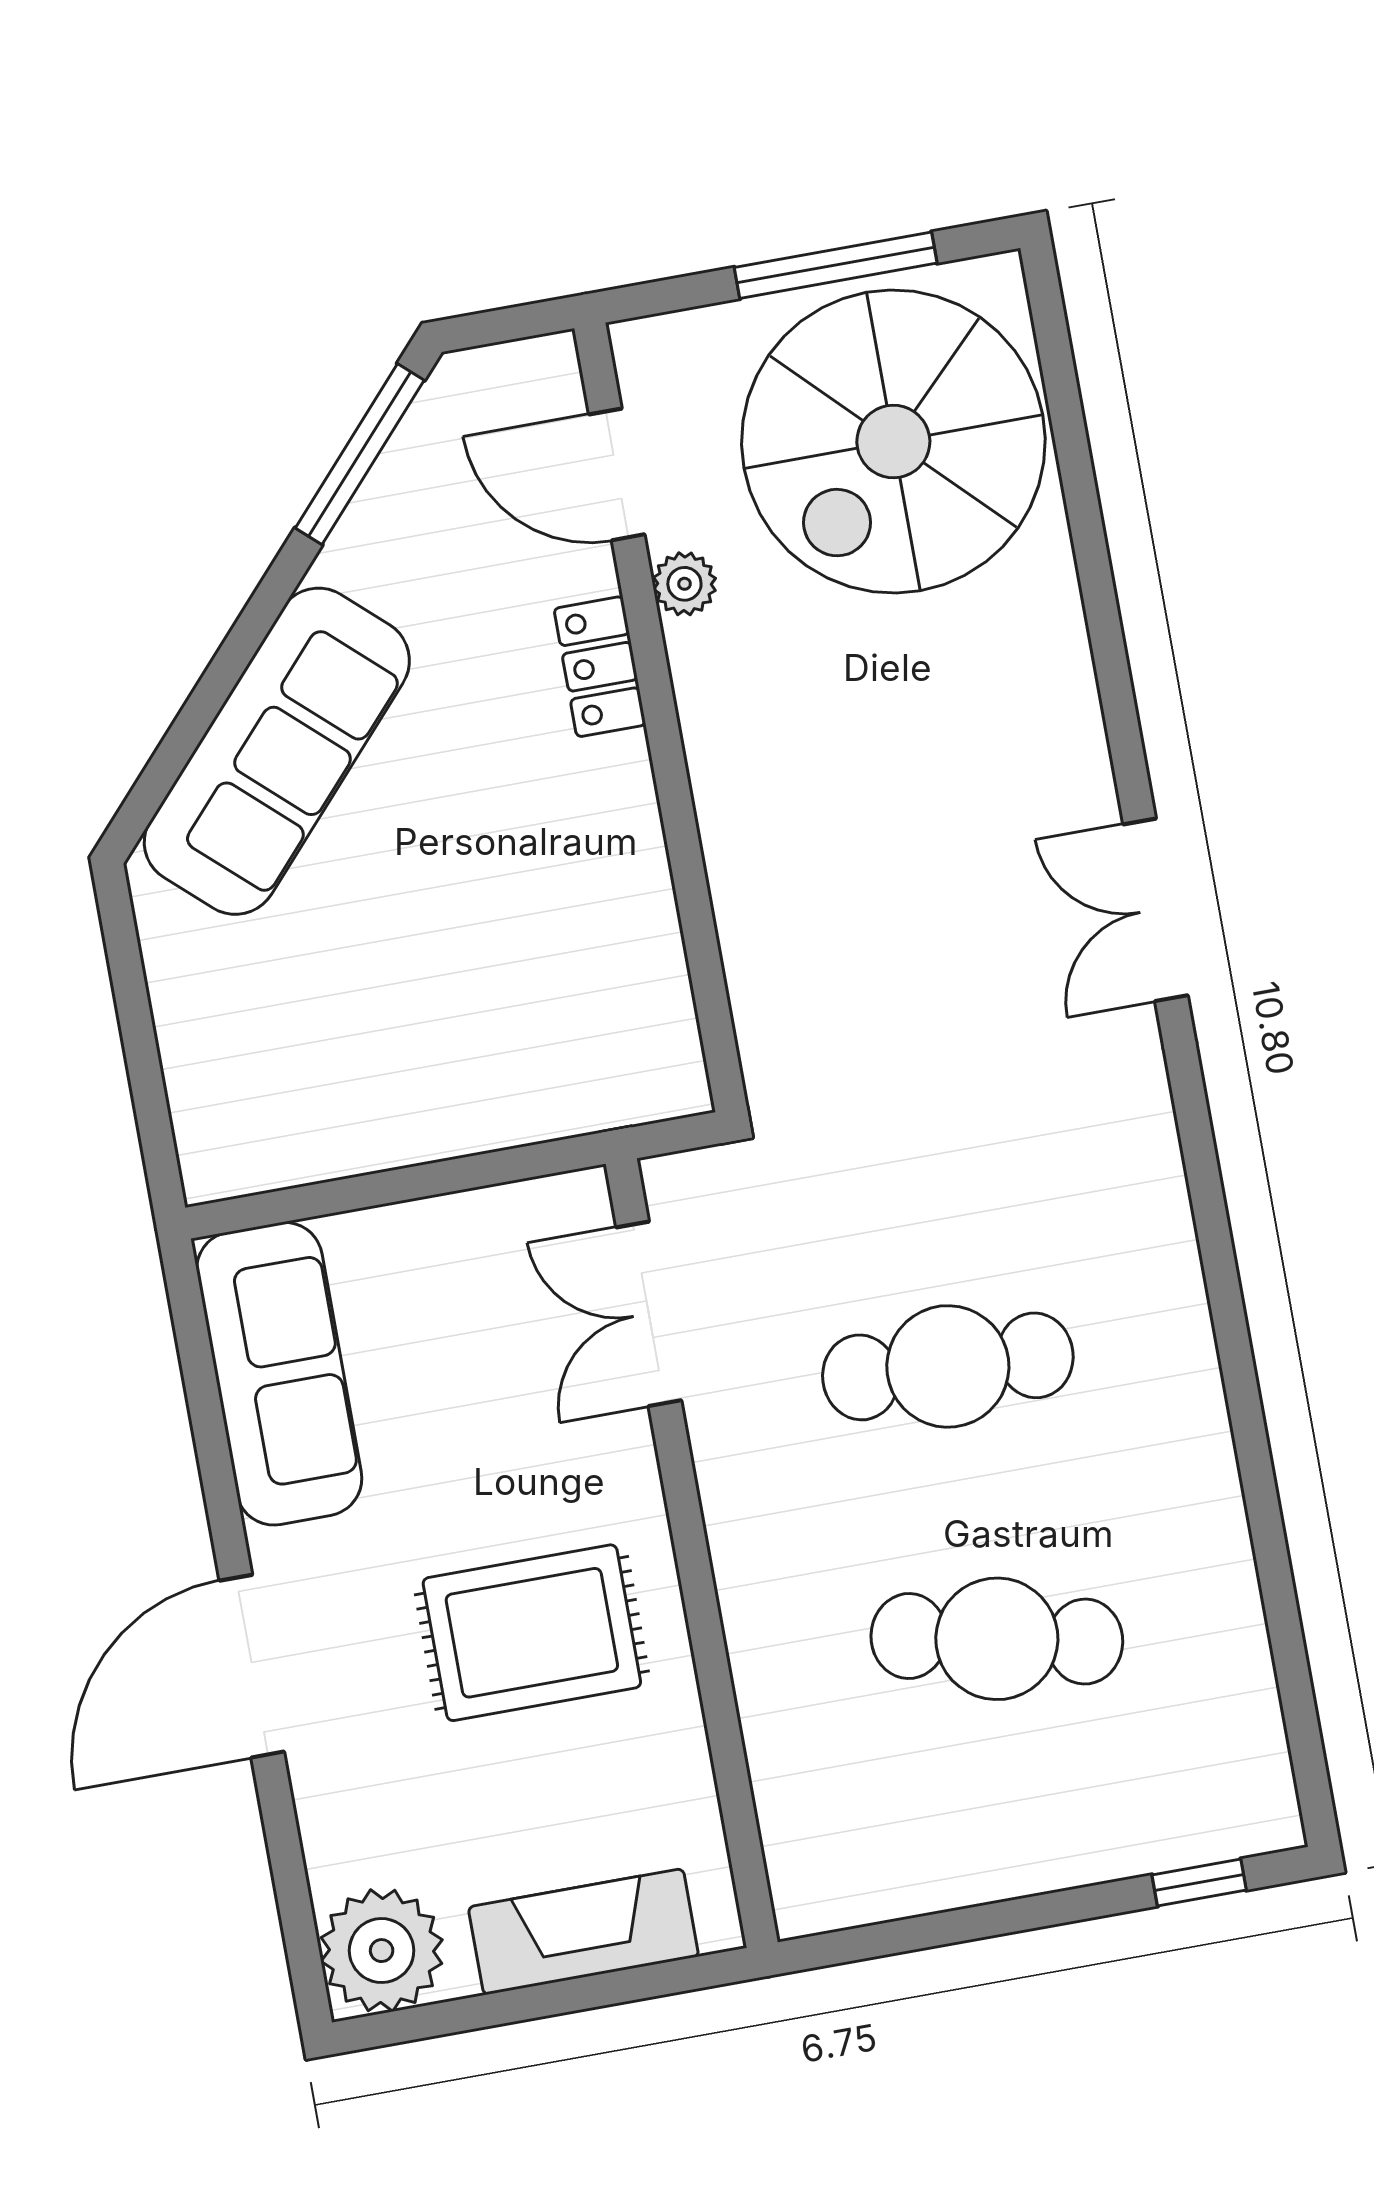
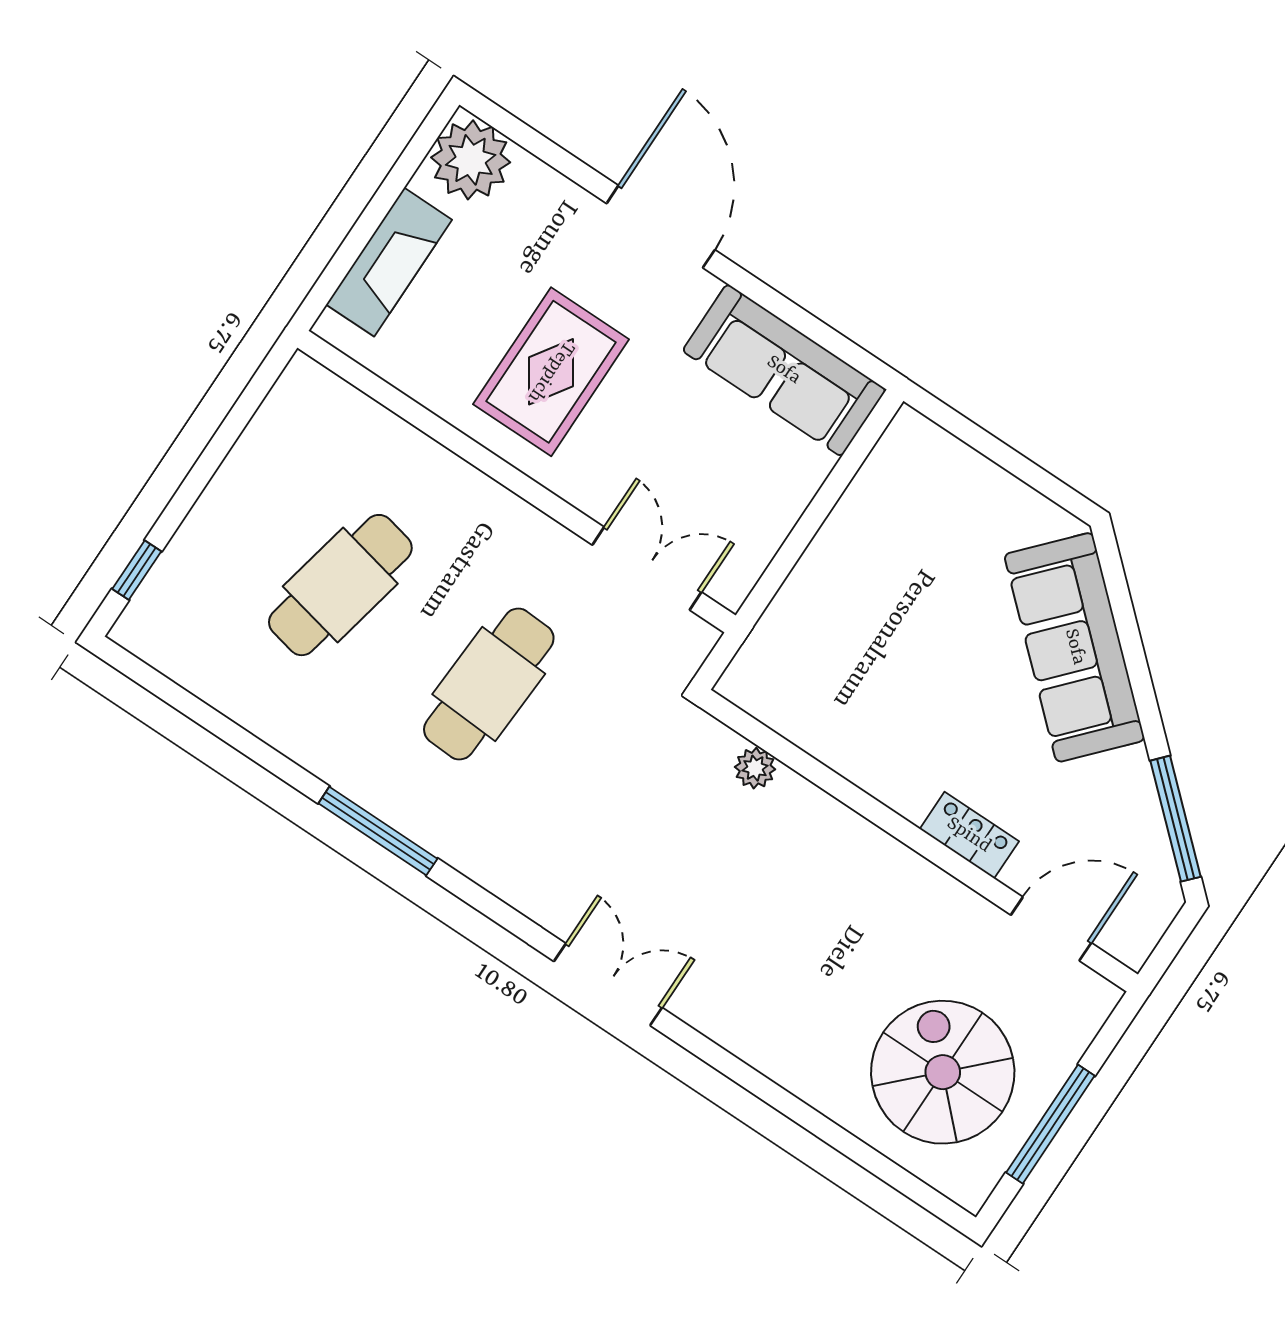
spiral stairs: (893, 442) -> (943, 1072), width x0.73, depth x0.73
plant: (684, 584) -> (755, 768), moved
window: (1231, 1332) -> (378, 831), added

